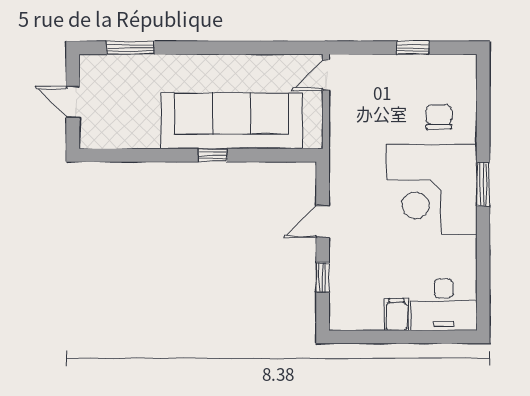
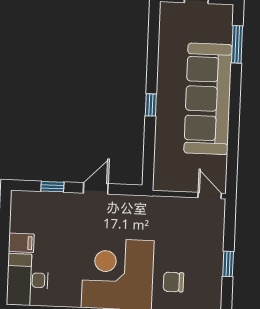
chair: (439, 117) -> (173, 282), turned 180
sofa: (232, 121) -> (208, 99), moved, turned 180
door: (323, 222) -> (96, 188), hinge flipped

